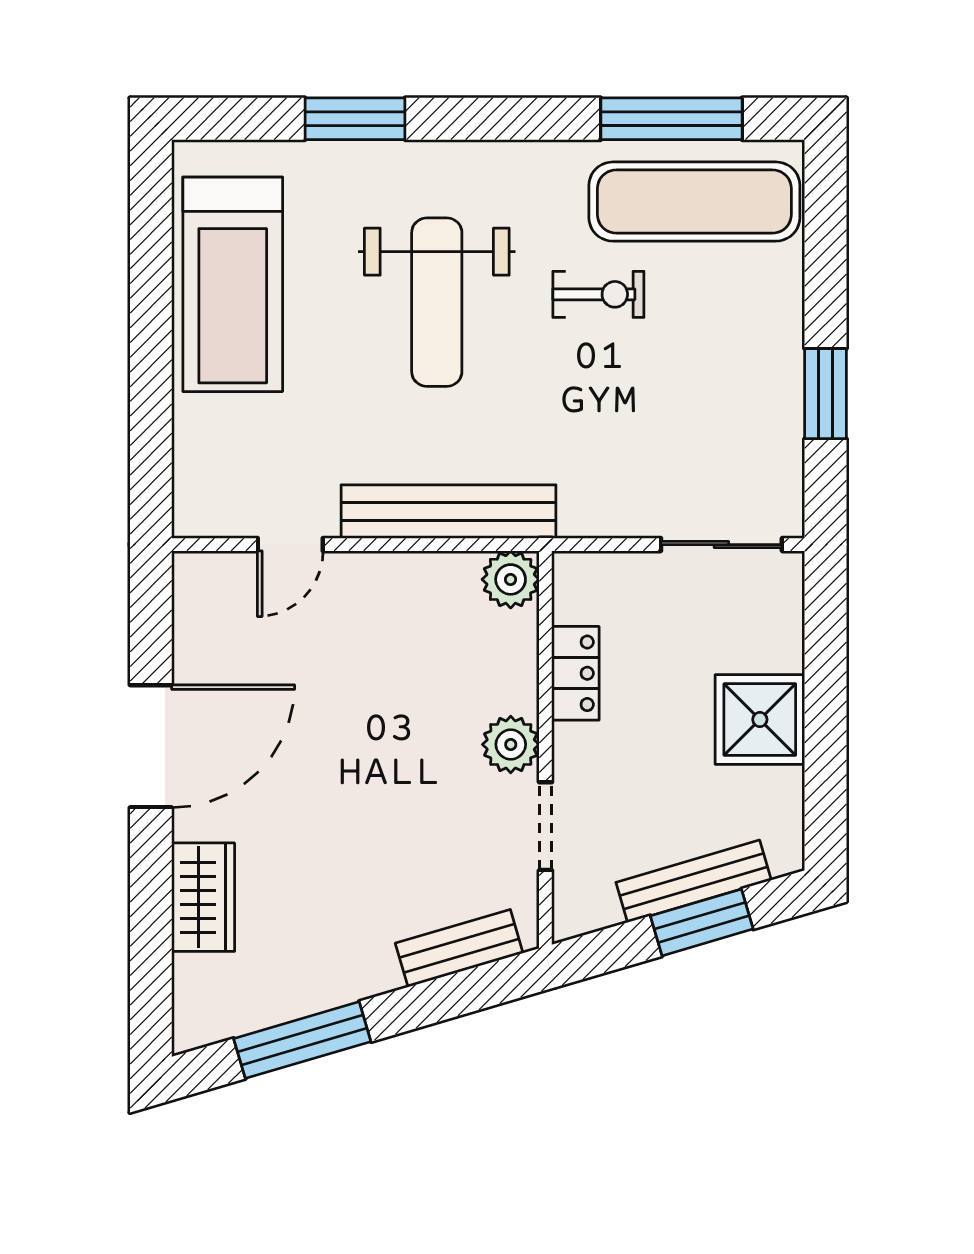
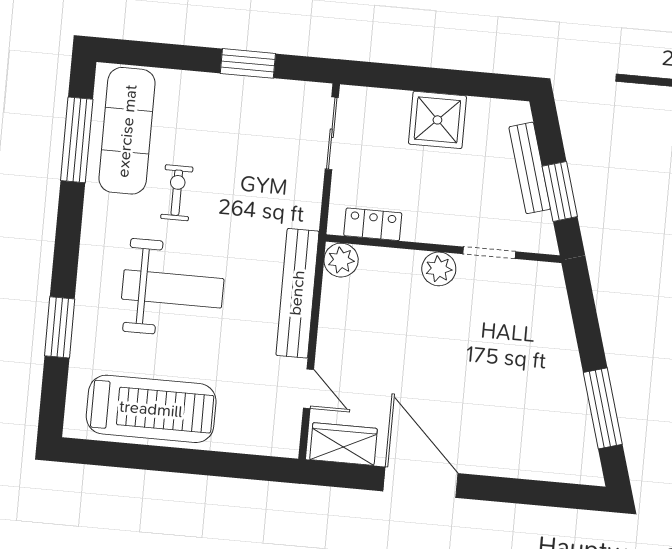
locker: (575, 673) -> (373, 224), moved
wardrobe: (203, 897) -> (343, 444), moved
window: (702, 922) -> (560, 191), moved
bench: (459, 948) -> (557, 310), removed

